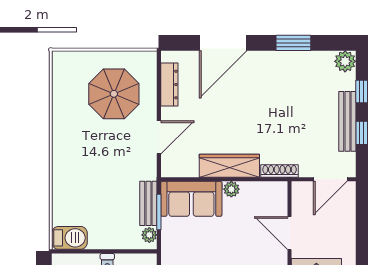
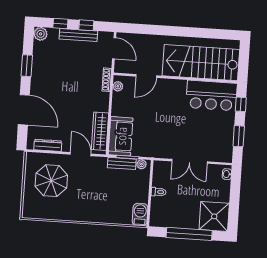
wardrobe: (229, 166) -> (100, 131), moved
plant: (231, 189) -> (118, 86), moved

